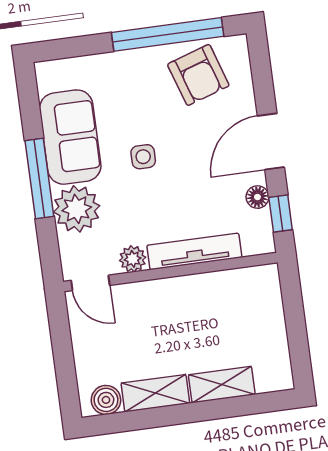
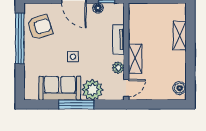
tv unit: (194, 251) -> (118, 40), width x0.71
shelving: (155, 393) -> (135, 59), moved

